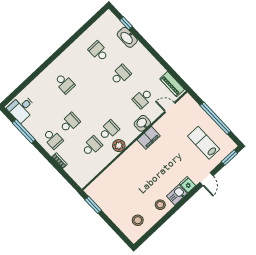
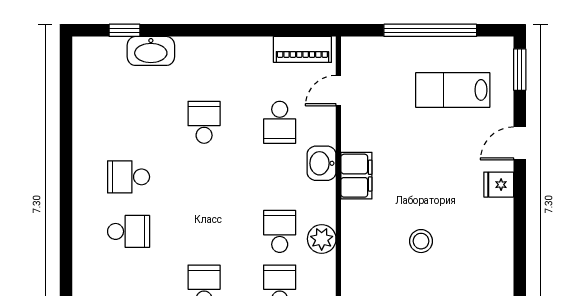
school desk: (99, 51) -> (129, 177), moved
door: (207, 179) -> (520, 143), swing flipped
kitchen sink: (177, 195) -> (499, 219), removed
stool: (160, 205) -> (421, 241), moved

